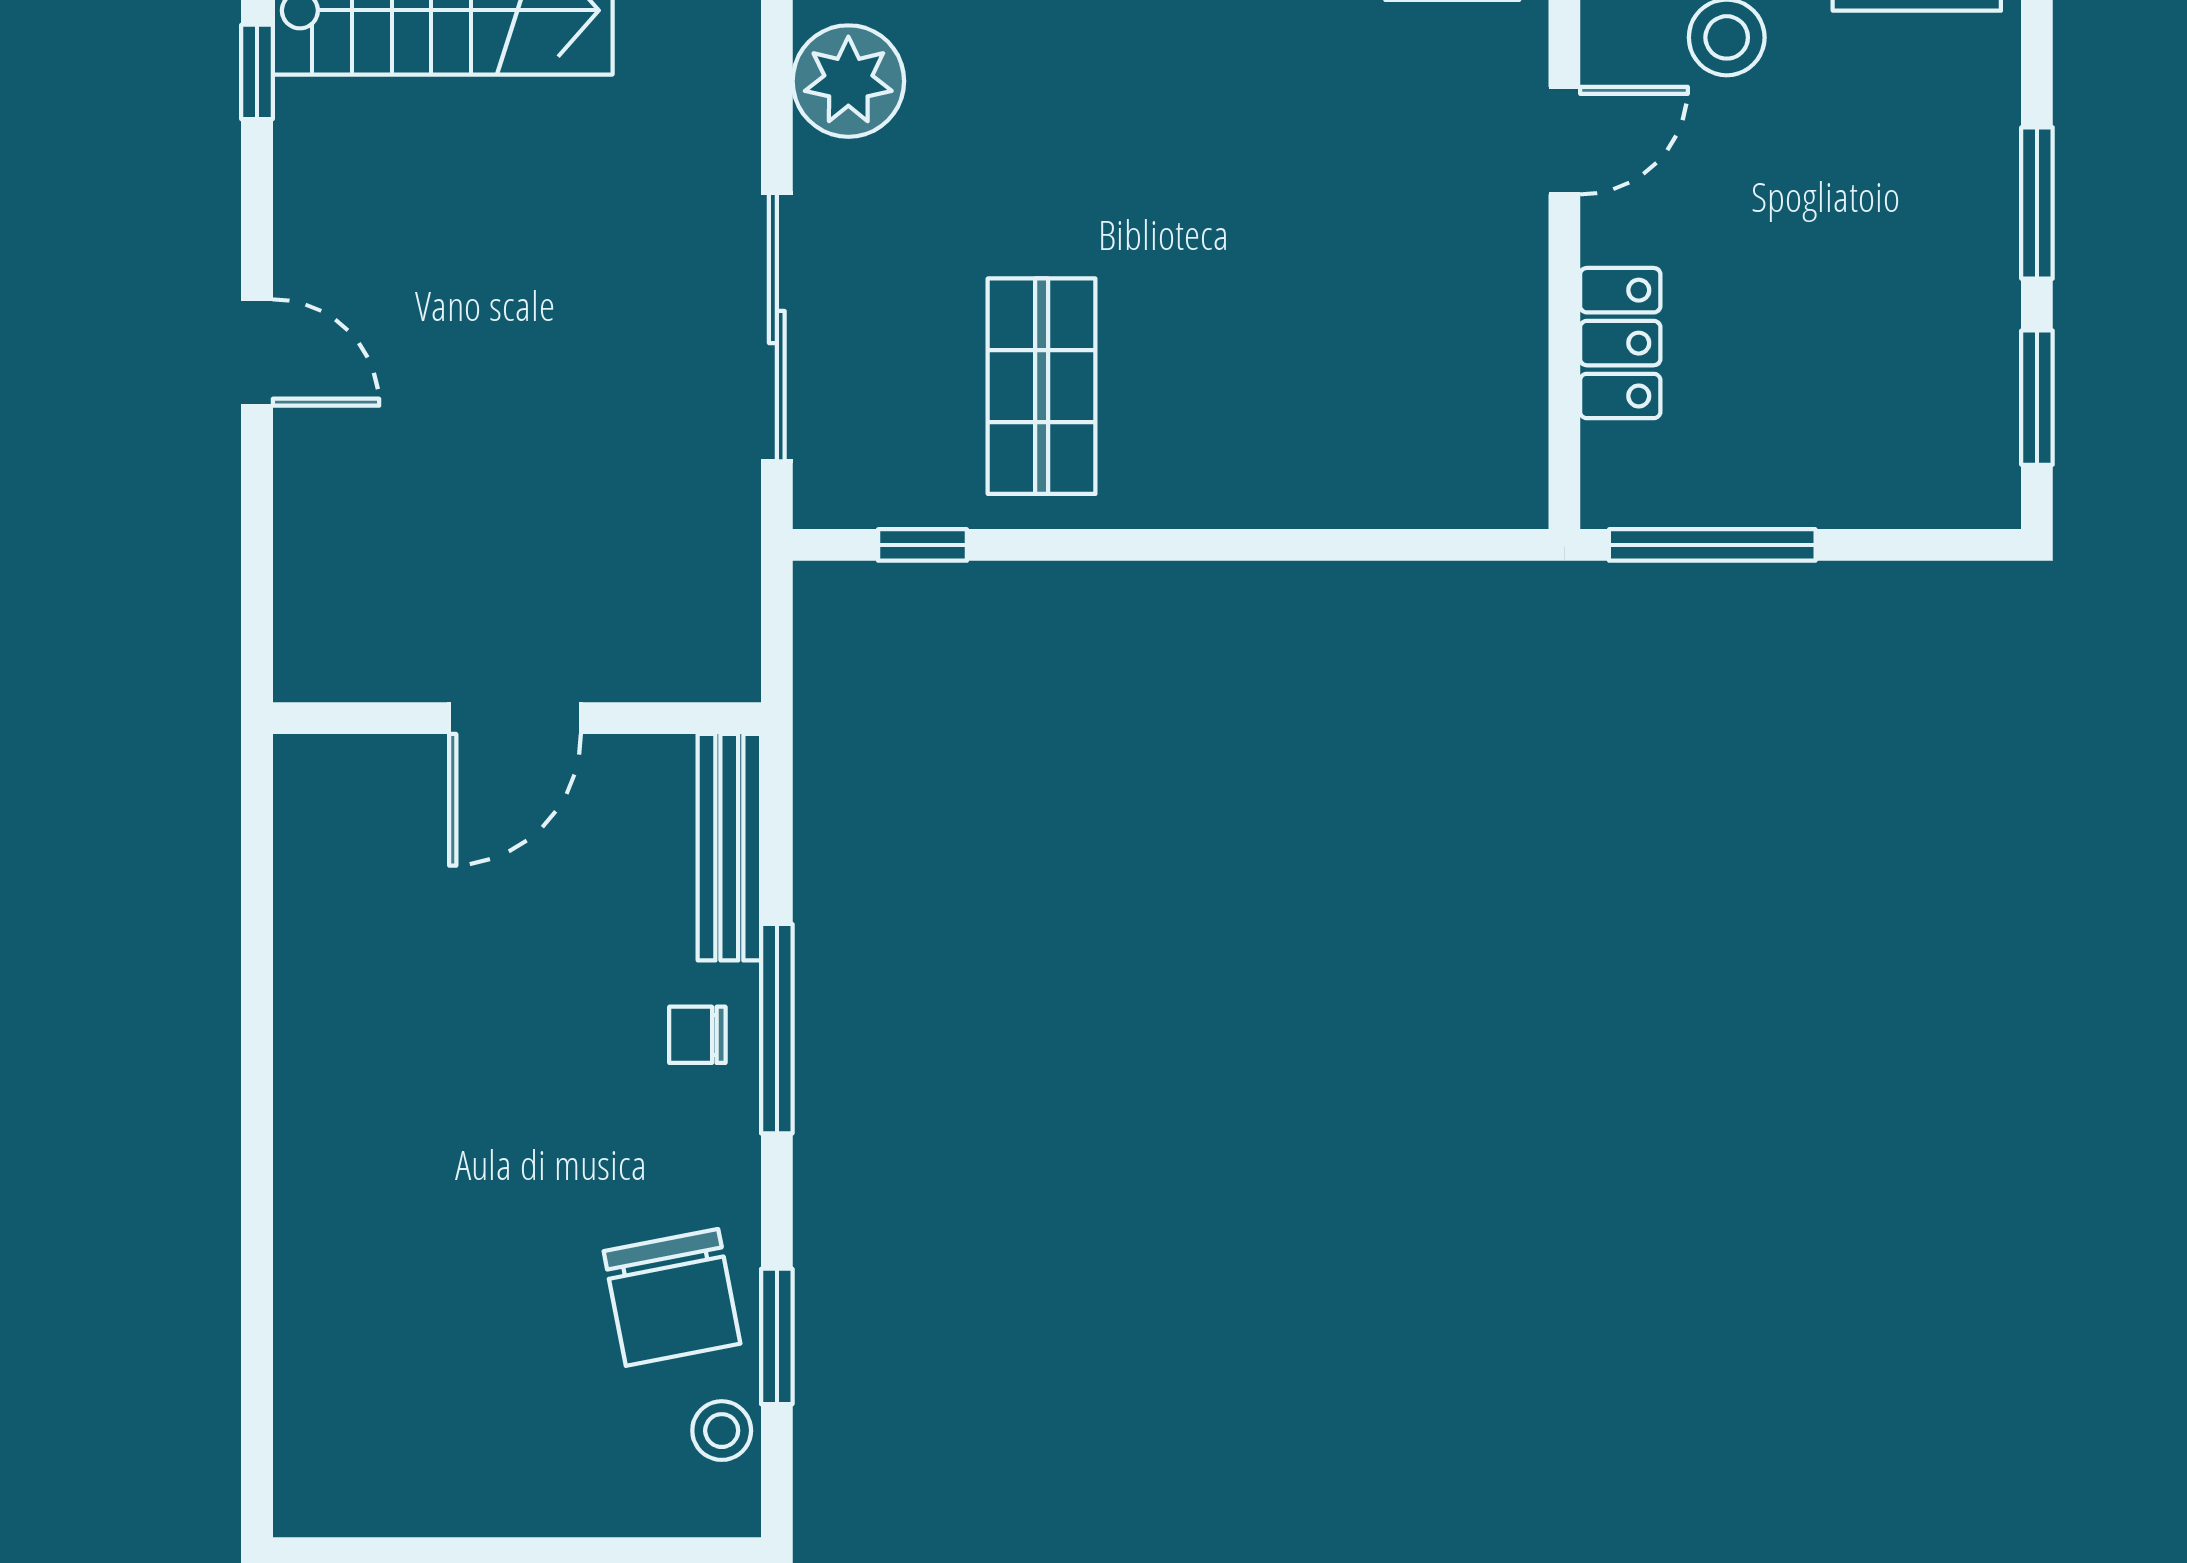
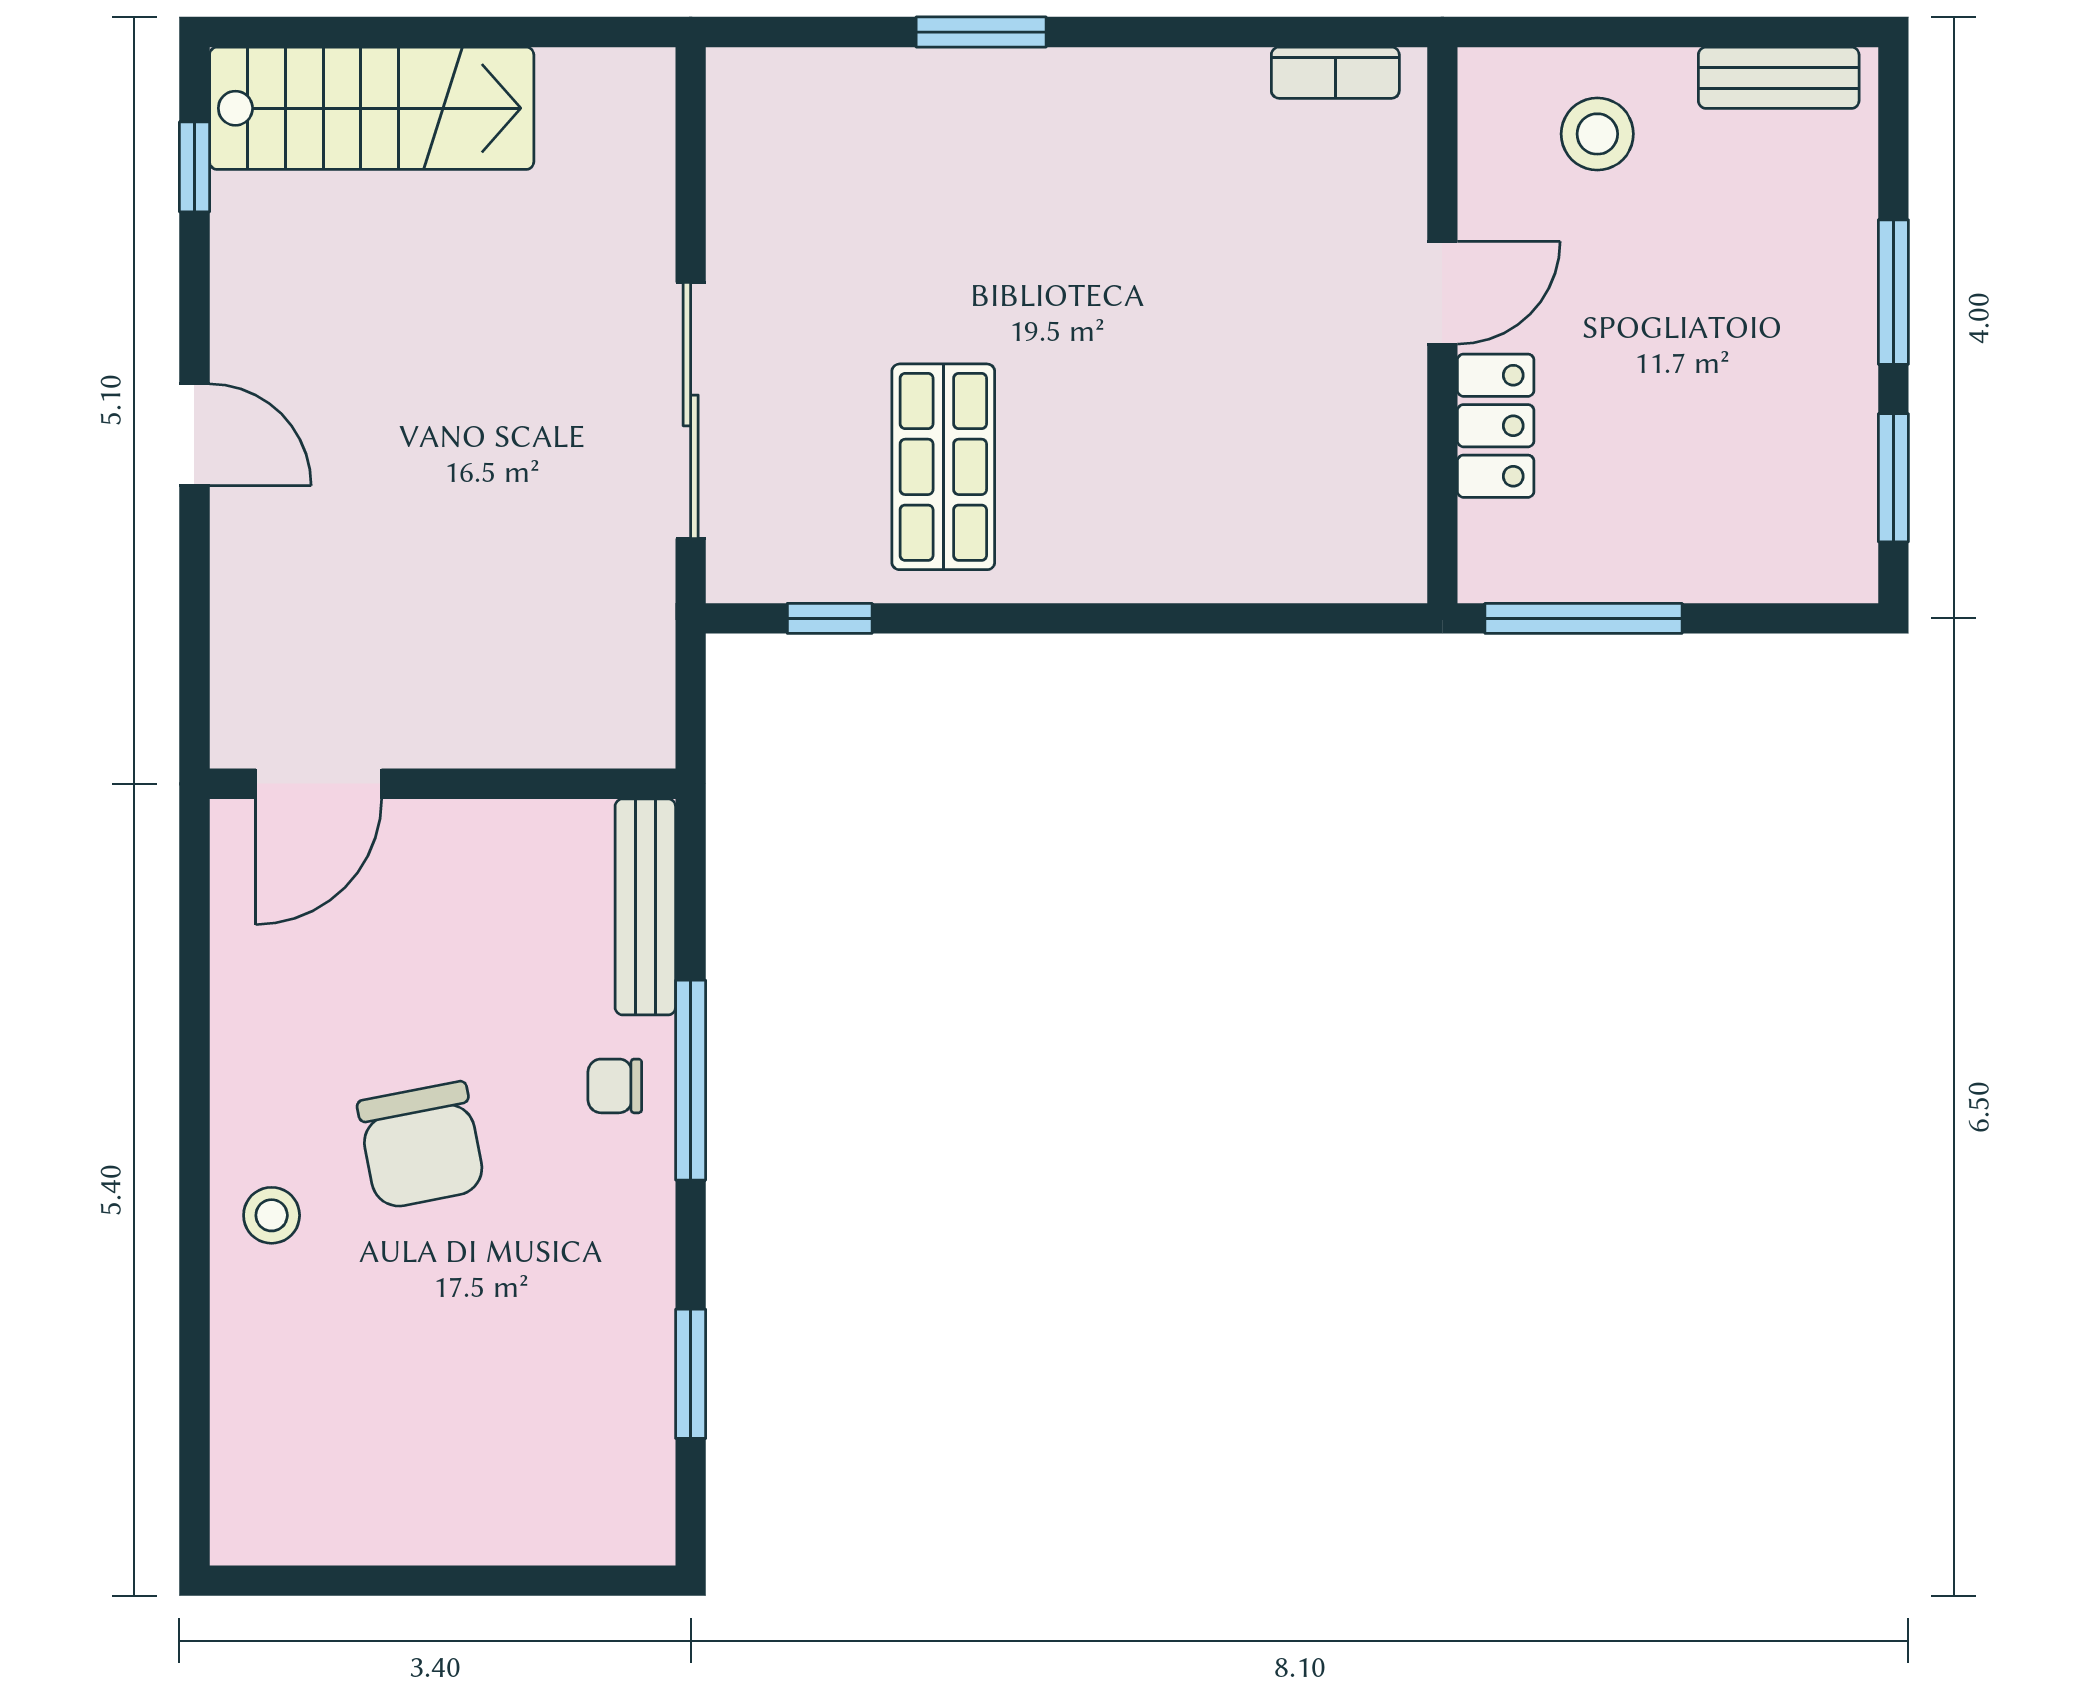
plant: (848, 81) -> (759, 176), removed
door: (1564, 141) -> (1442, 293), moved
door: (515, 718) -> (319, 784), moved
chair: (672, 1297) -> (421, 1145), moved
stool: (722, 1431) -> (272, 1215), moved

